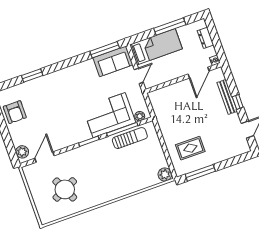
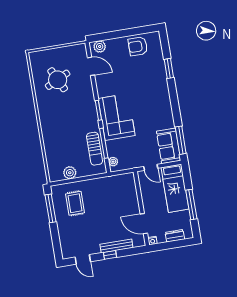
corner sofa: (109, 115) -> (117, 117), moved
plant: (165, 175) -> (70, 173), moved

